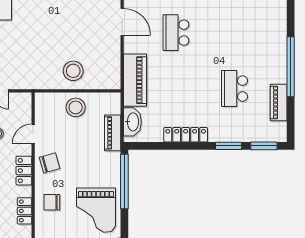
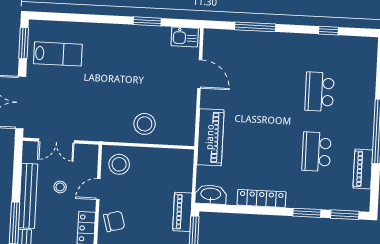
school desk: (176, 33) -> (319, 92), moved
stool: (76, 107) -> (119, 164), moved
washbasin: (132, 122) -> (211, 194), moved, turned -90
piano: (113, 133) -> (182, 212), moved

